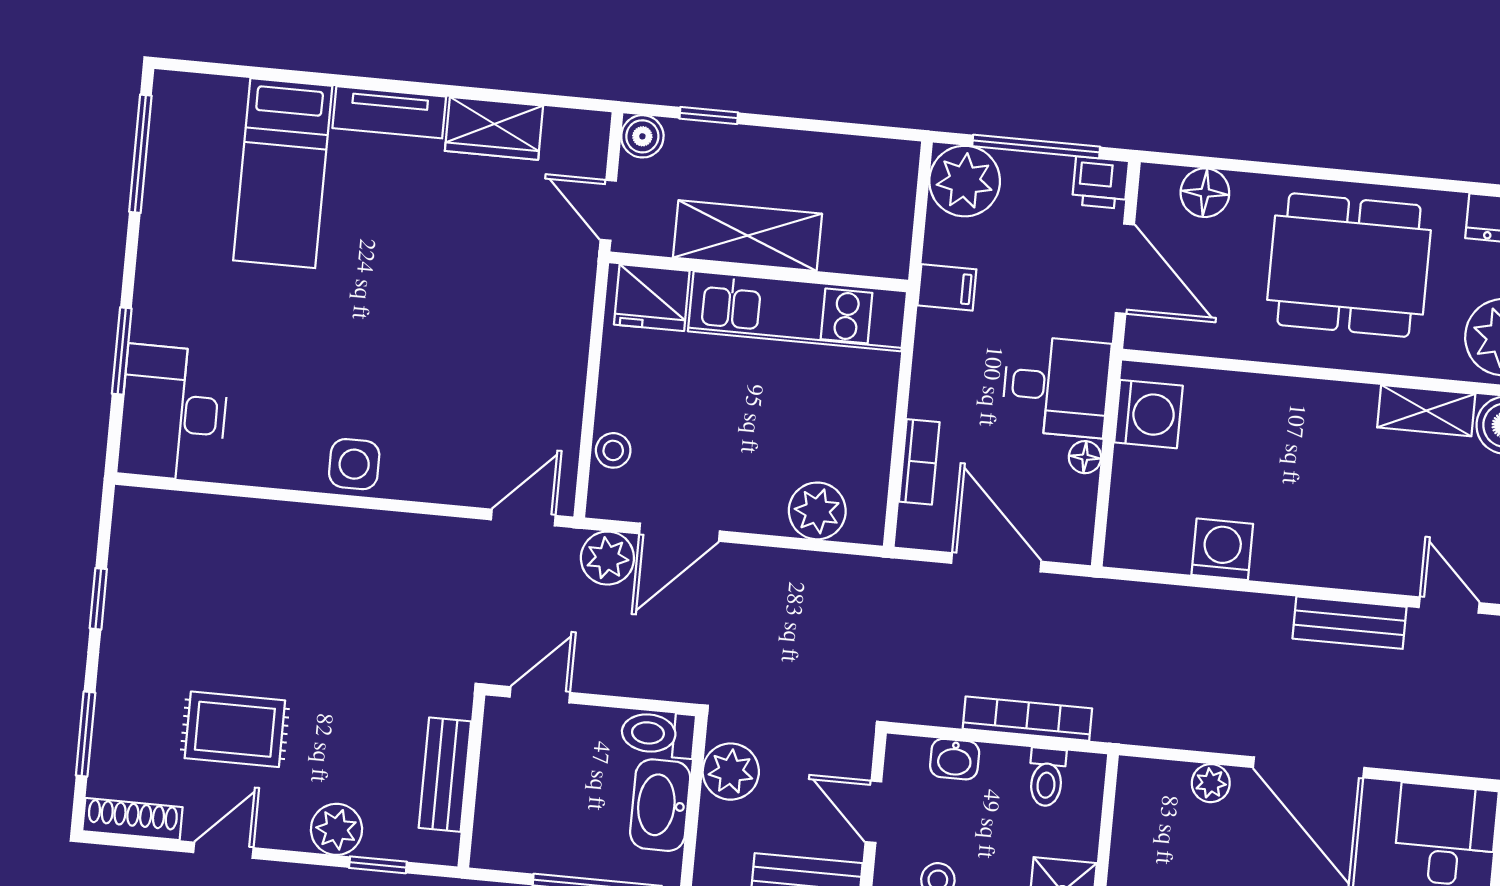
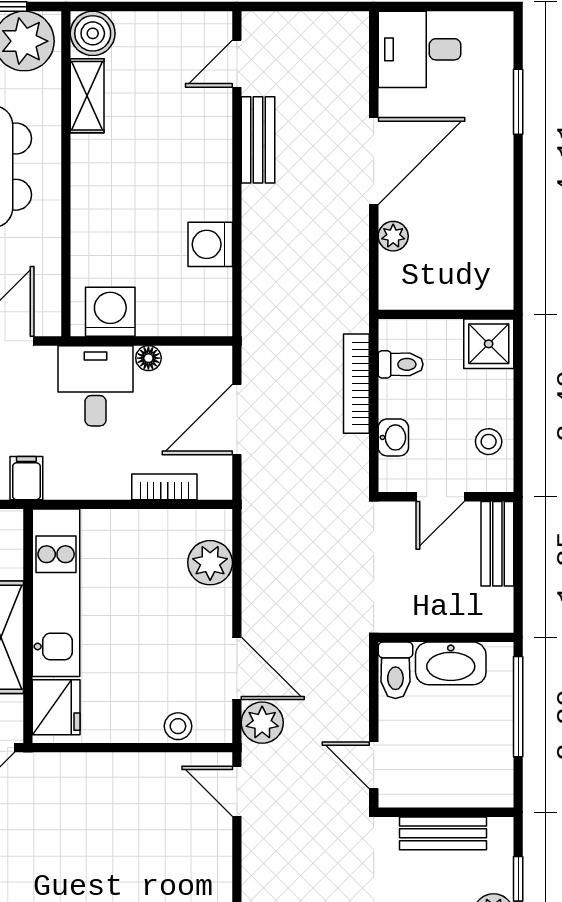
plant: (731, 772) -> (419, 611), removed

